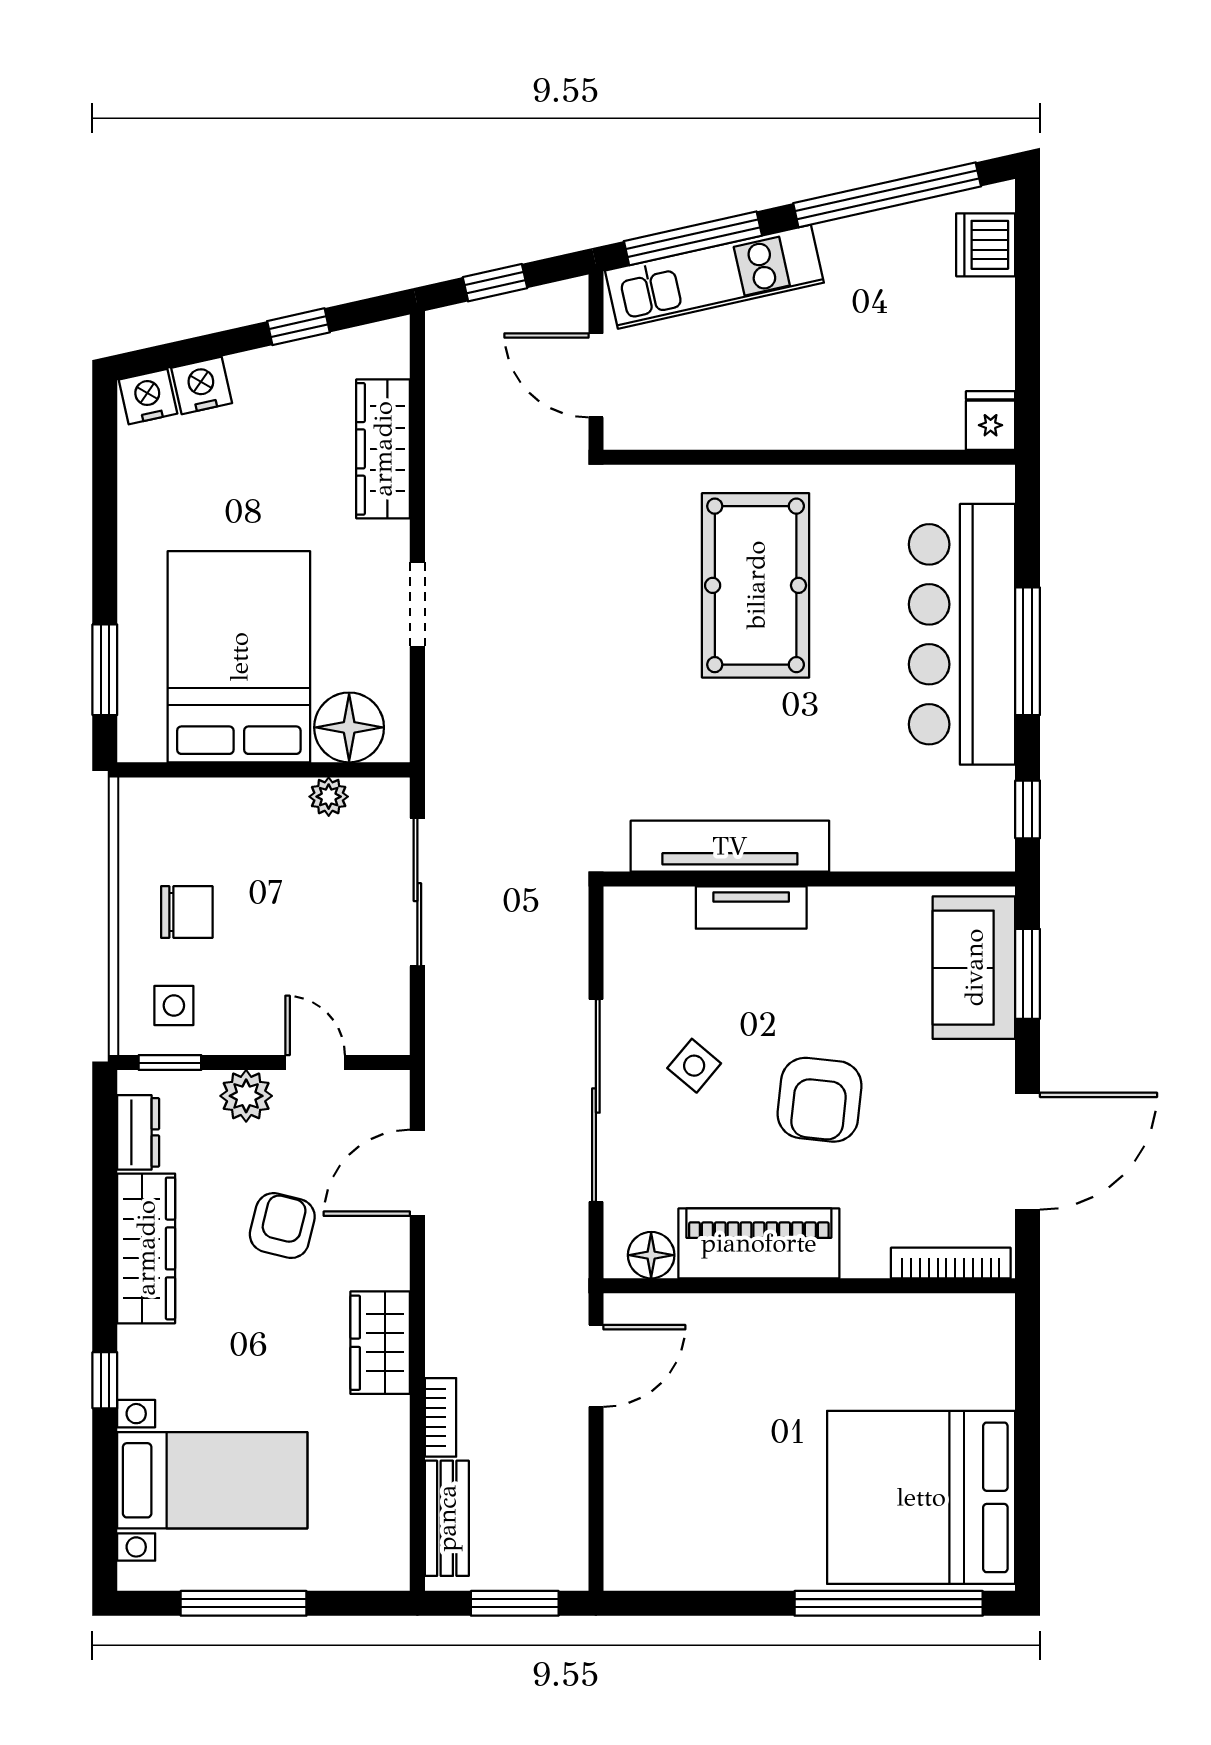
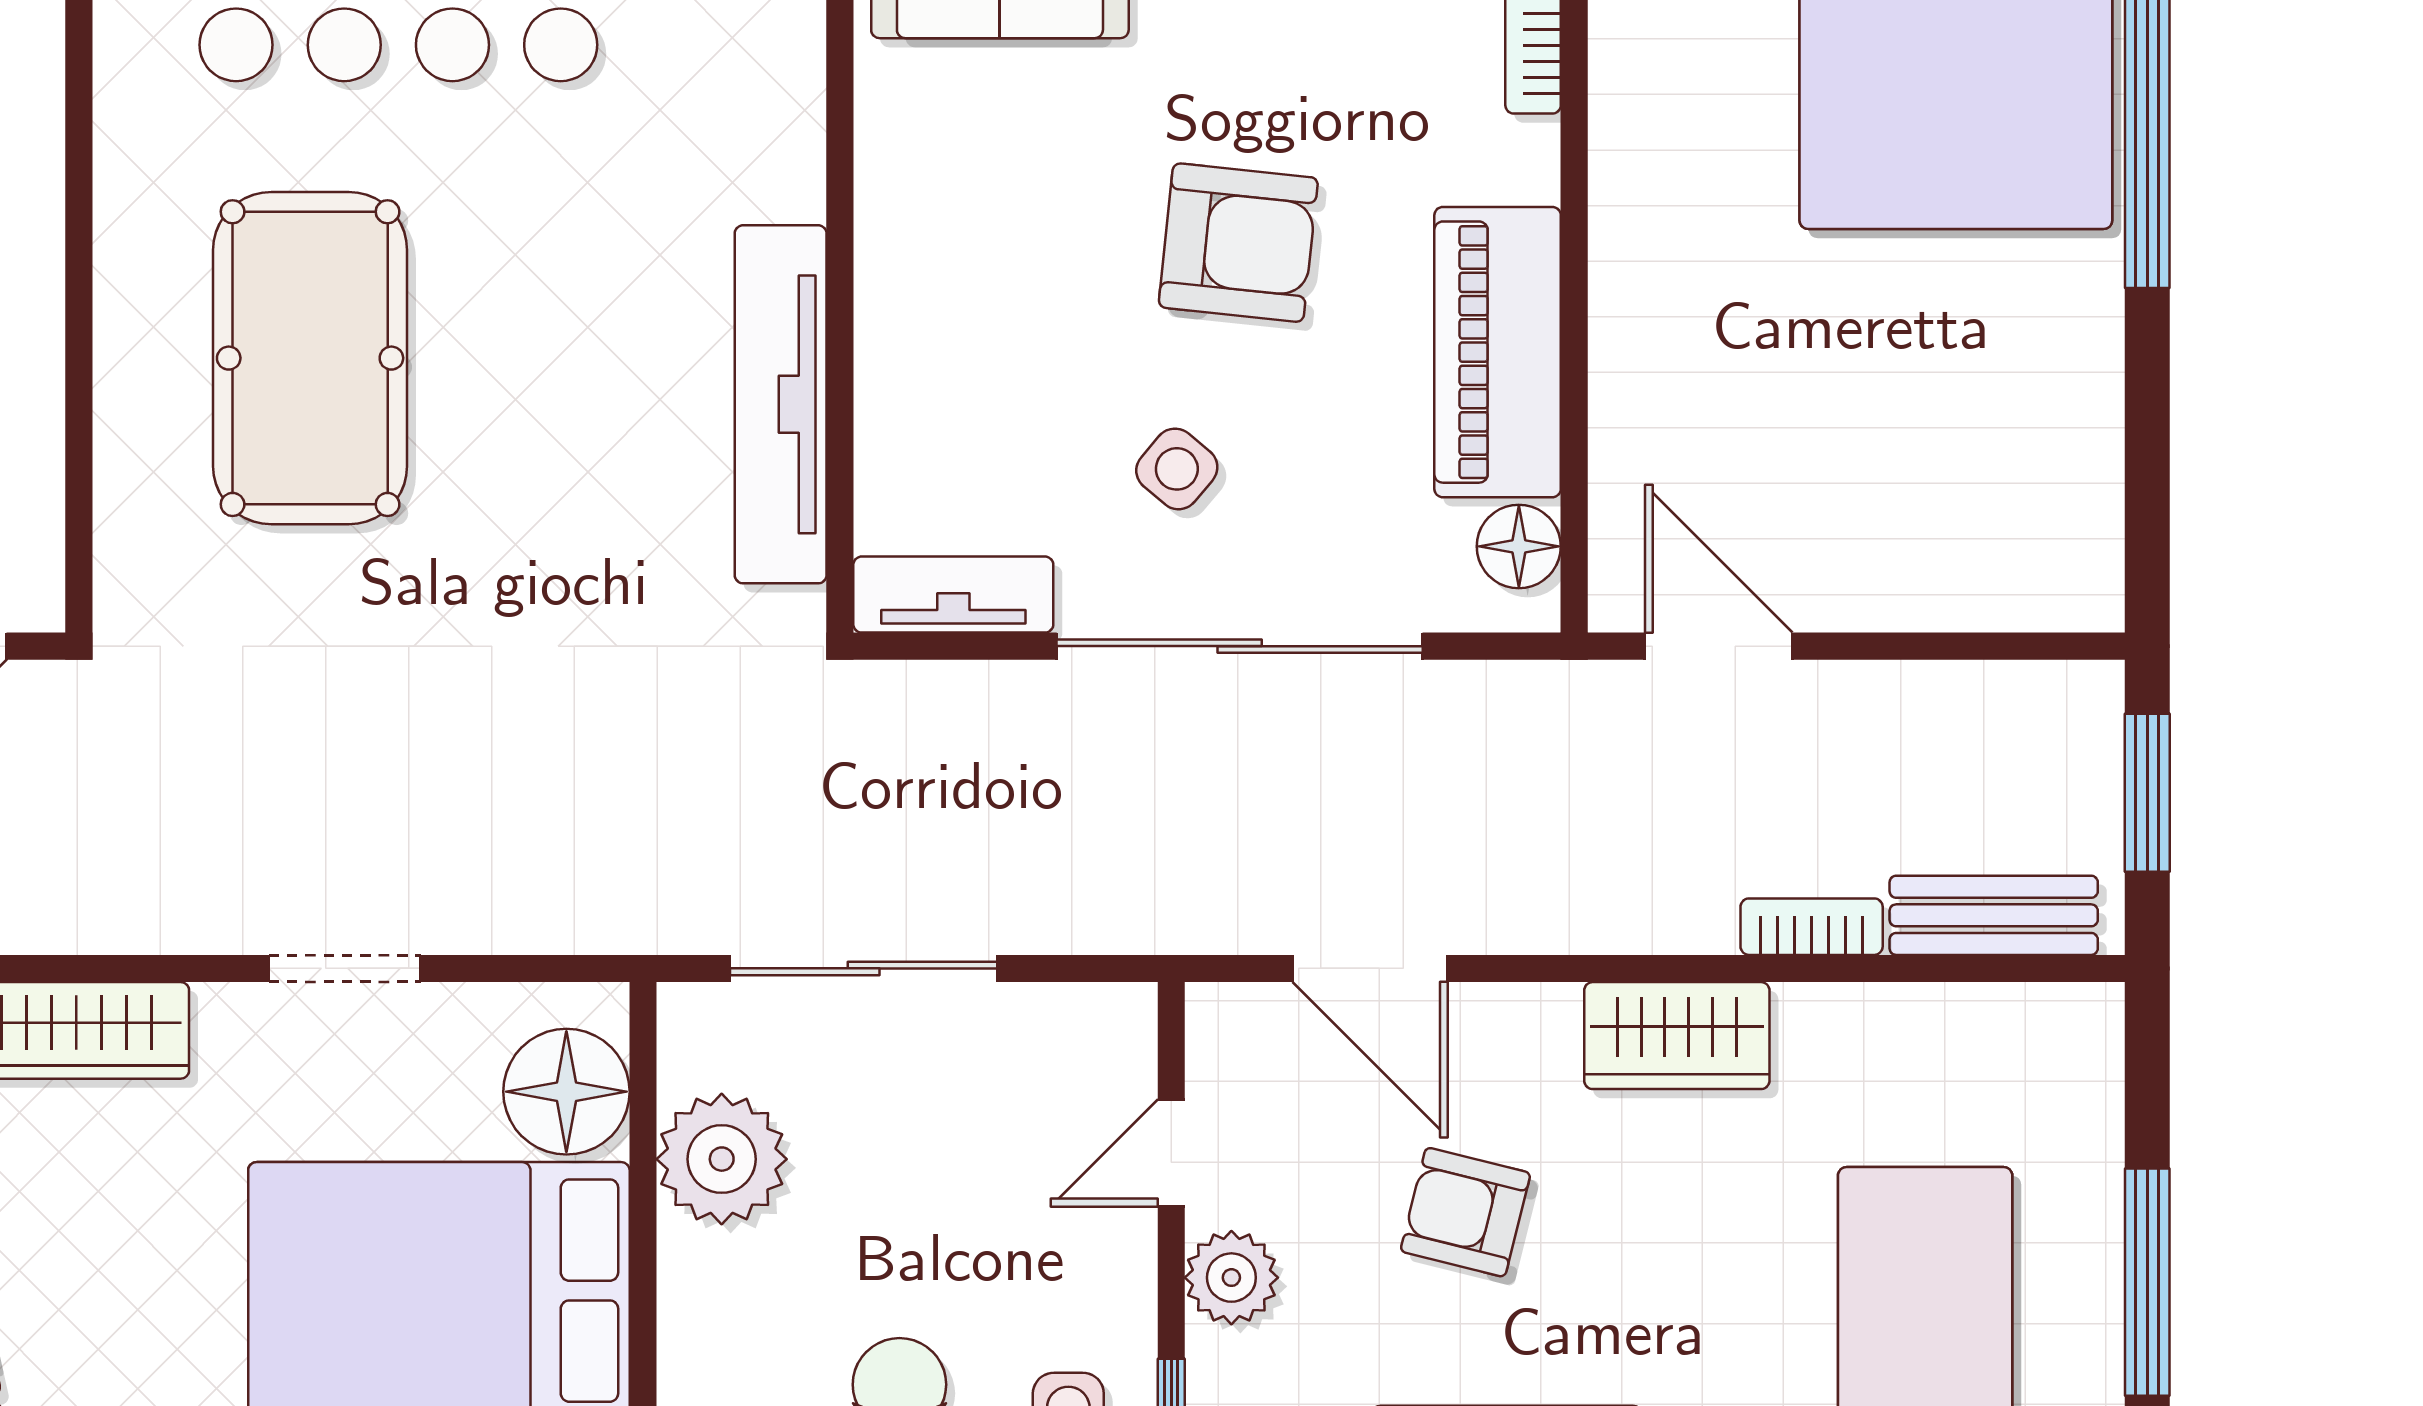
pool table: (756, 585) -> (310, 358), turned 90
plant: (329, 797) -> (722, 1159), width x1.88, depth x1.88
tv unit: (751, 908) -> (953, 595), moved, turned -90

